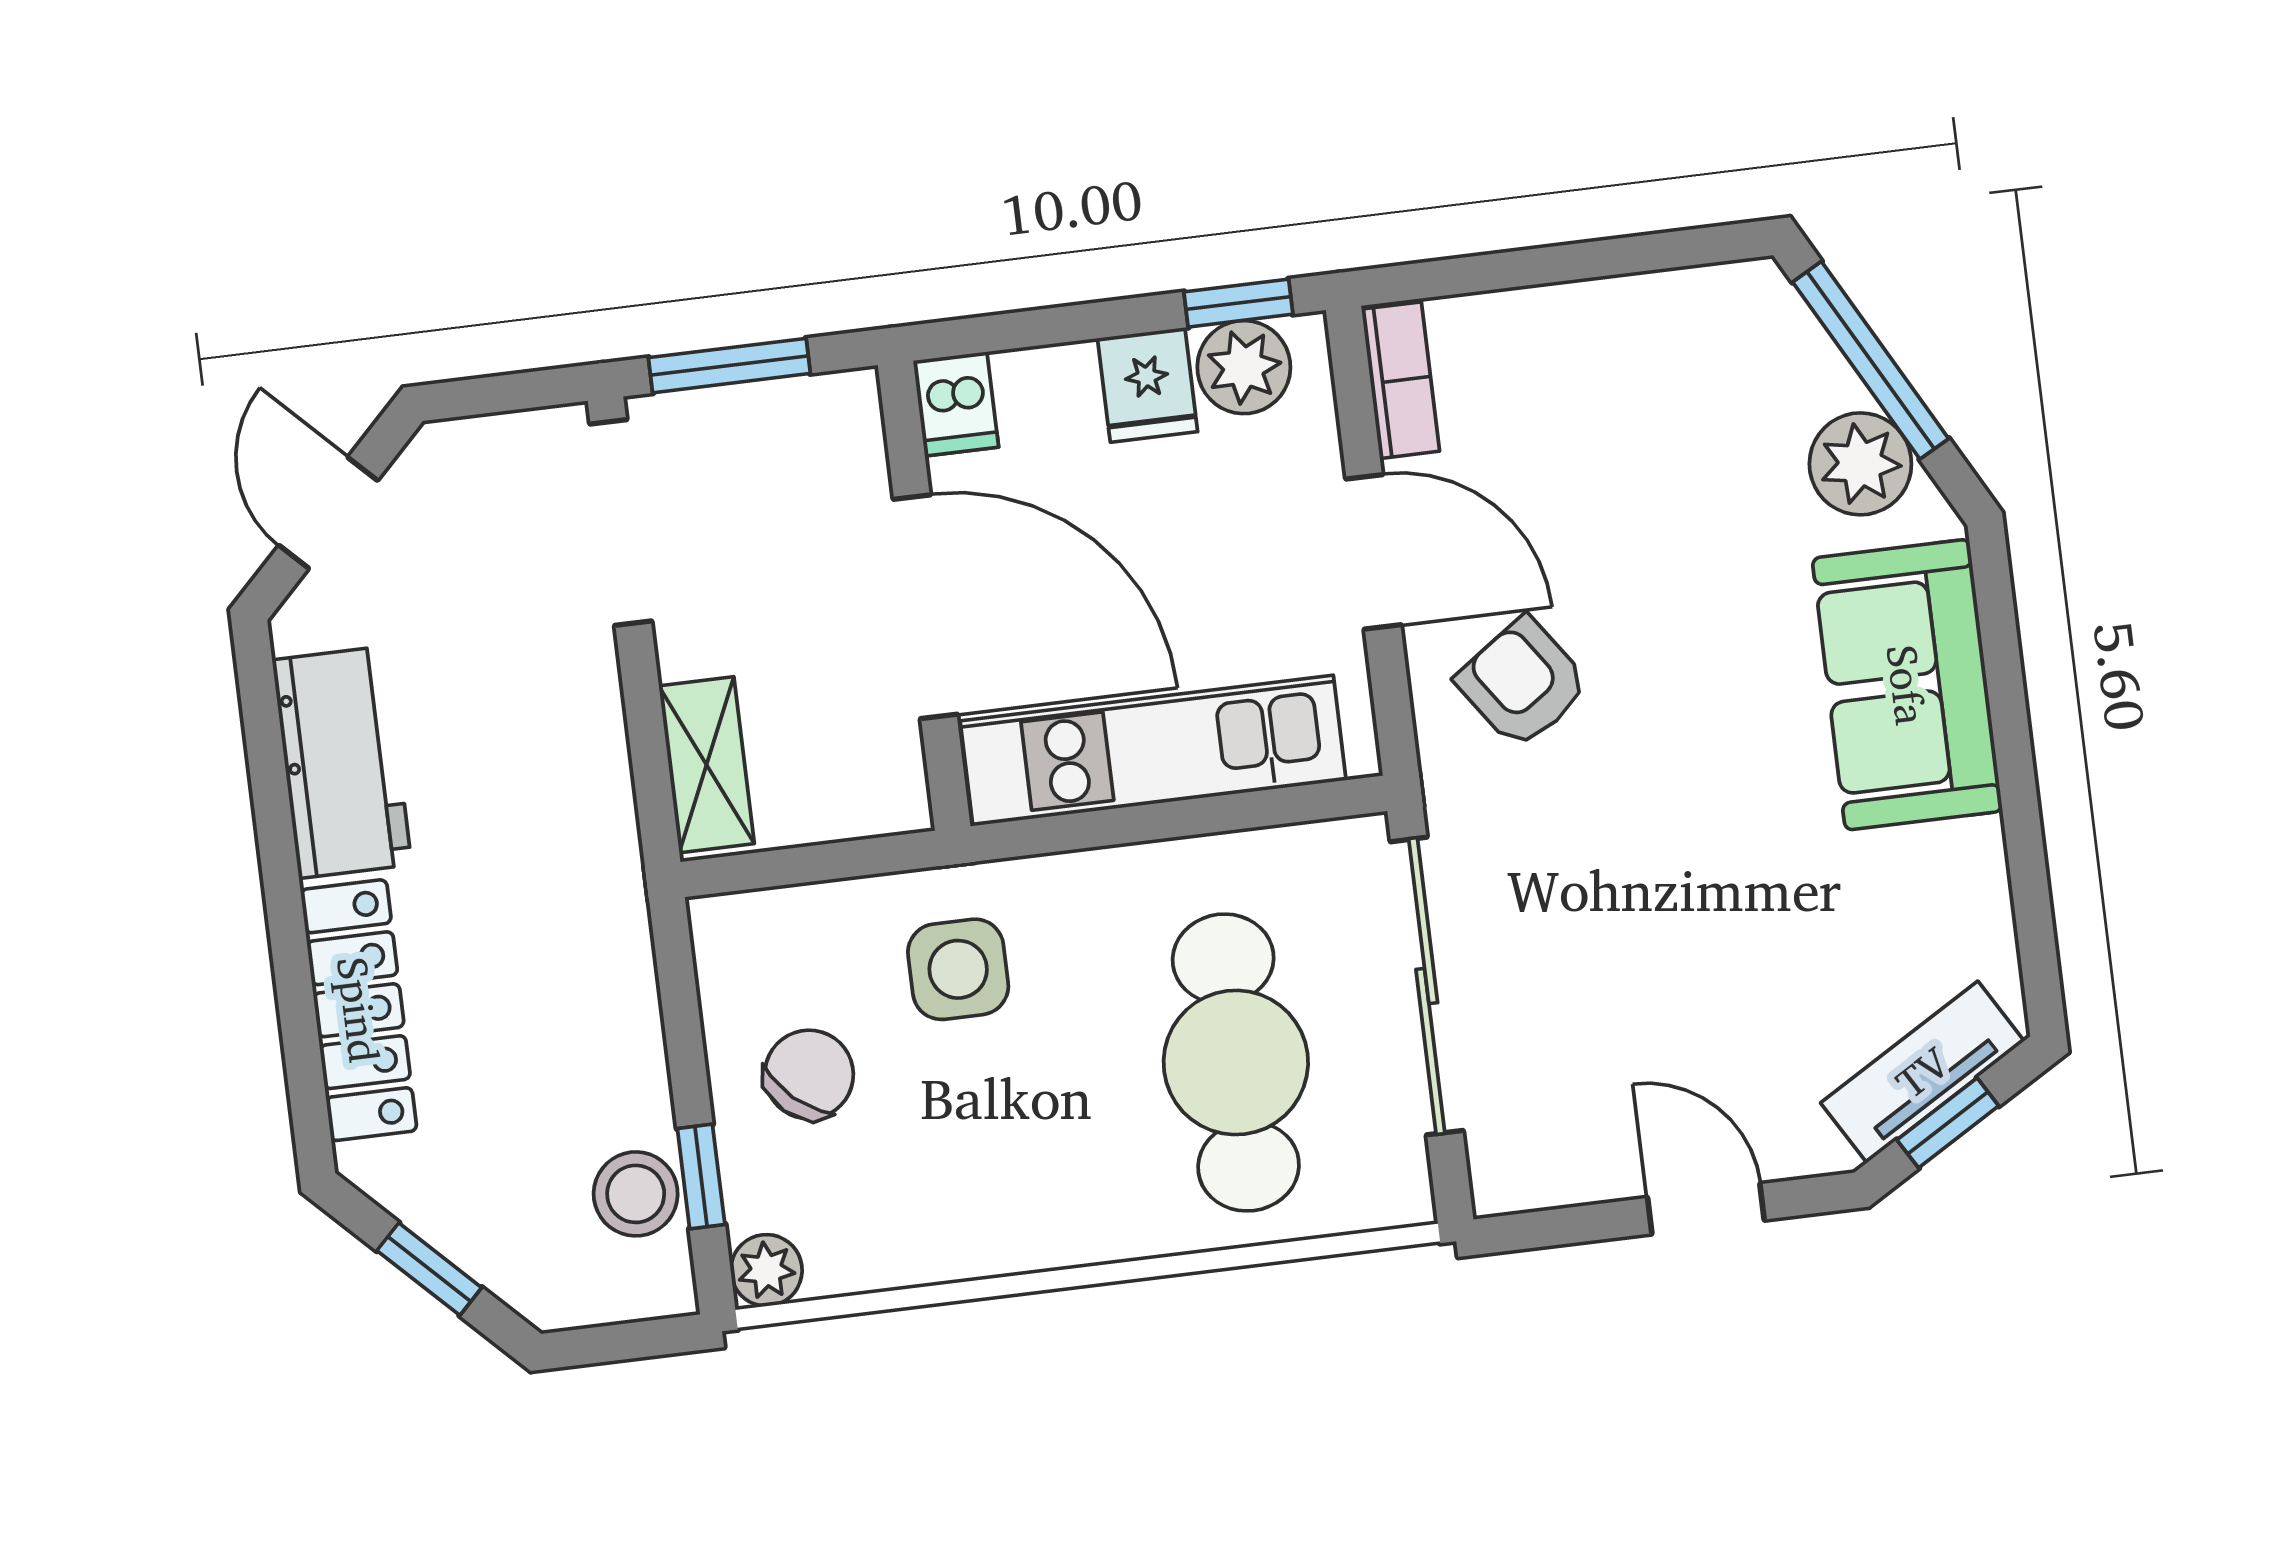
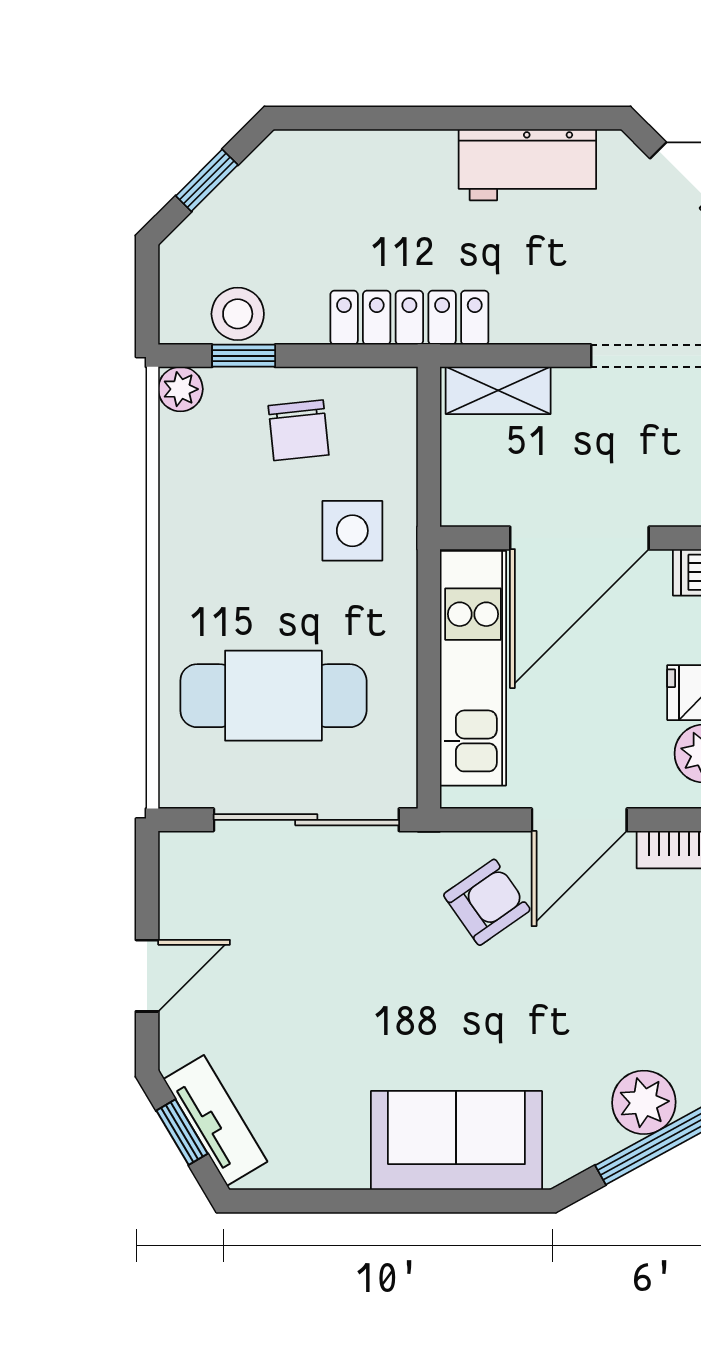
plant: (1860, 464) -> (644, 1102), moved
locker: (359, 1010) -> (409, 318), moved, turned 180
chair: (809, 1074) -> (299, 430), turned 42

